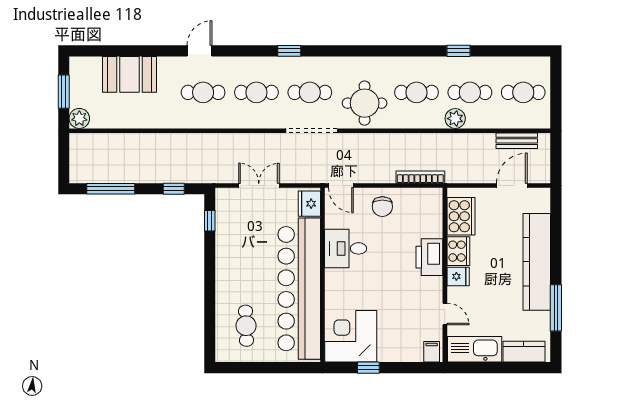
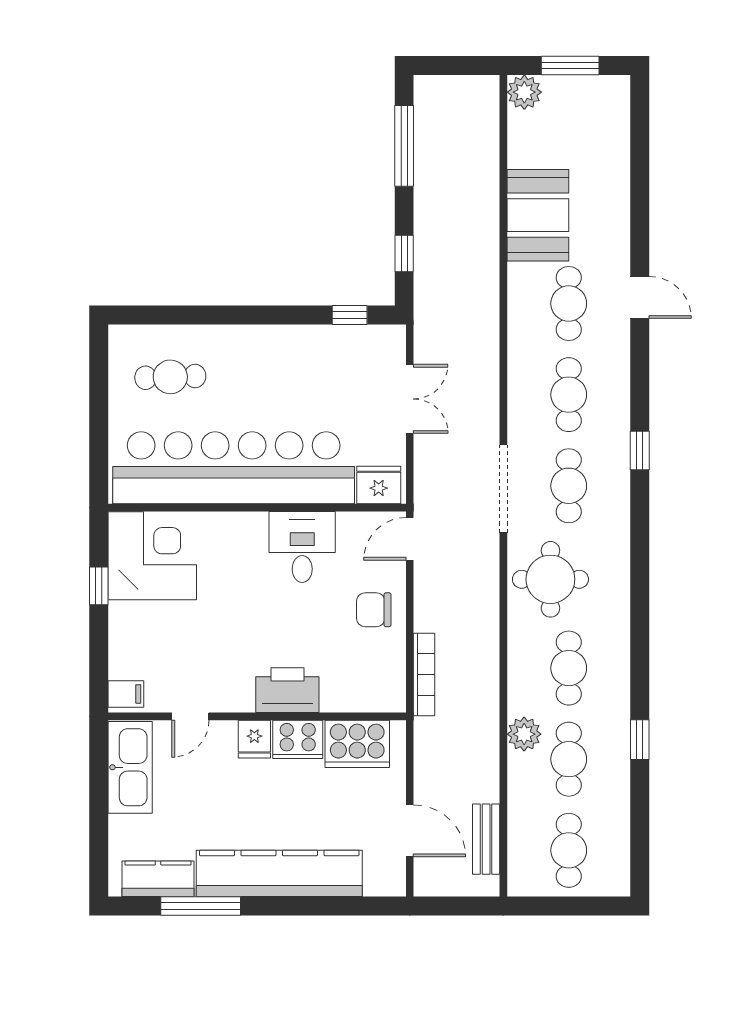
booth: (130, 74) -> (538, 215), moved
kitchen counter: (524, 352) -> (158, 879), moved, turned -90

